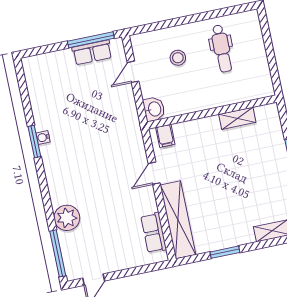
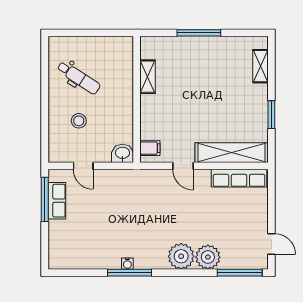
dental chair: (222, 48) -> (79, 78), turned 33
window: (34, 142) -> (130, 273), width x1.44
plant: (62, 190) -> (181, 256), added
row of seats: (154, 233) -> (239, 178), width x1.48

